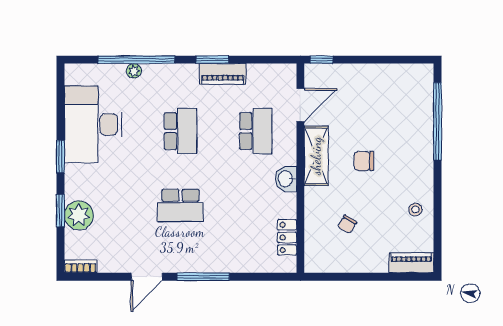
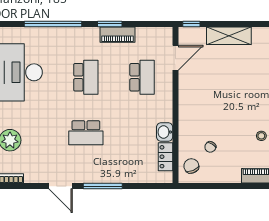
plant: (134, 71) -> (51, 32), removed
shelving: (316, 156) -> (229, 36), moved, turned 90
chair: (364, 161) -> (191, 166), moved, turned 67
washbasin: (286, 179) -> (165, 132), moved
door: (147, 277) -> (61, 186), hinge flipped

